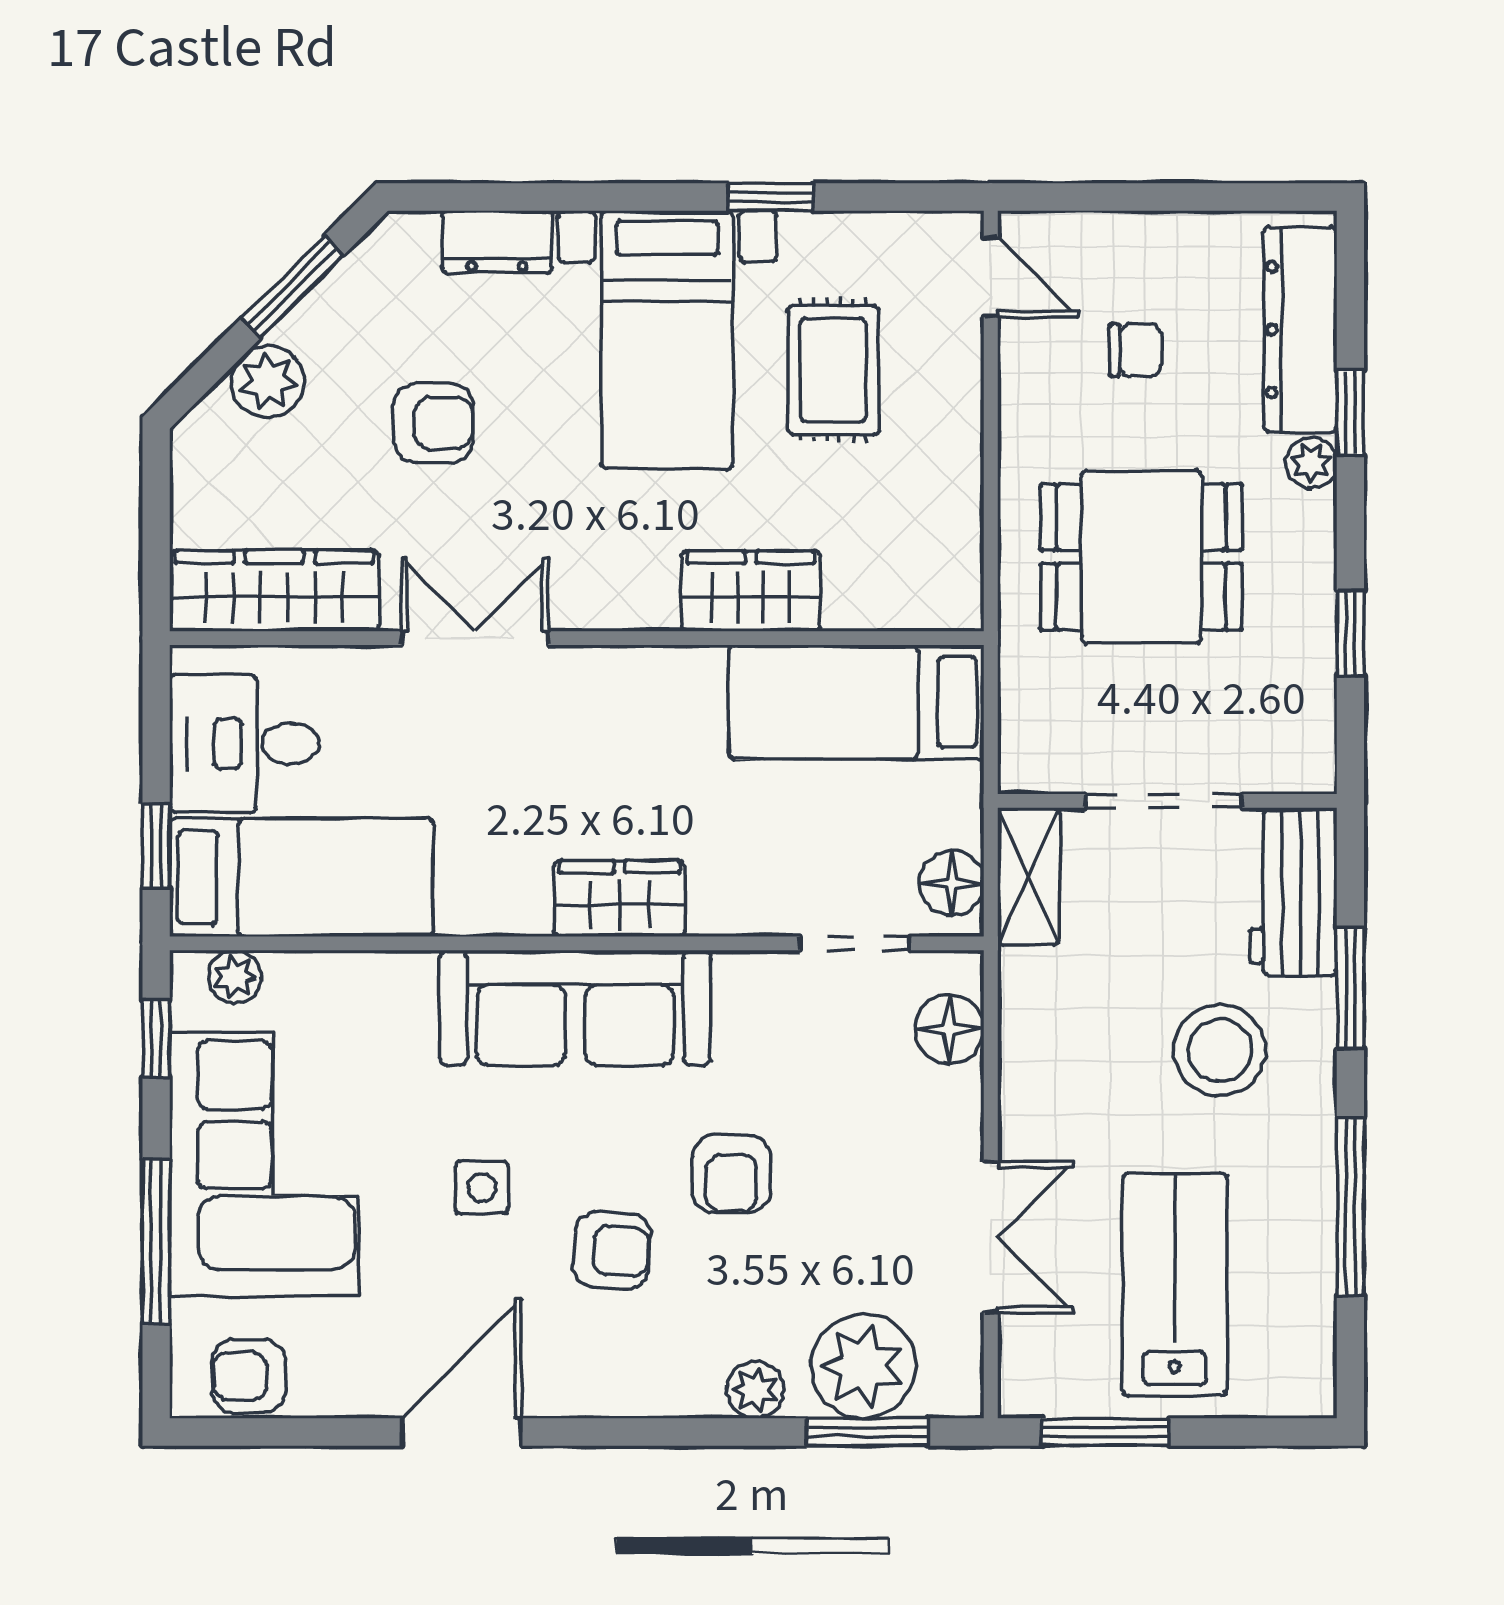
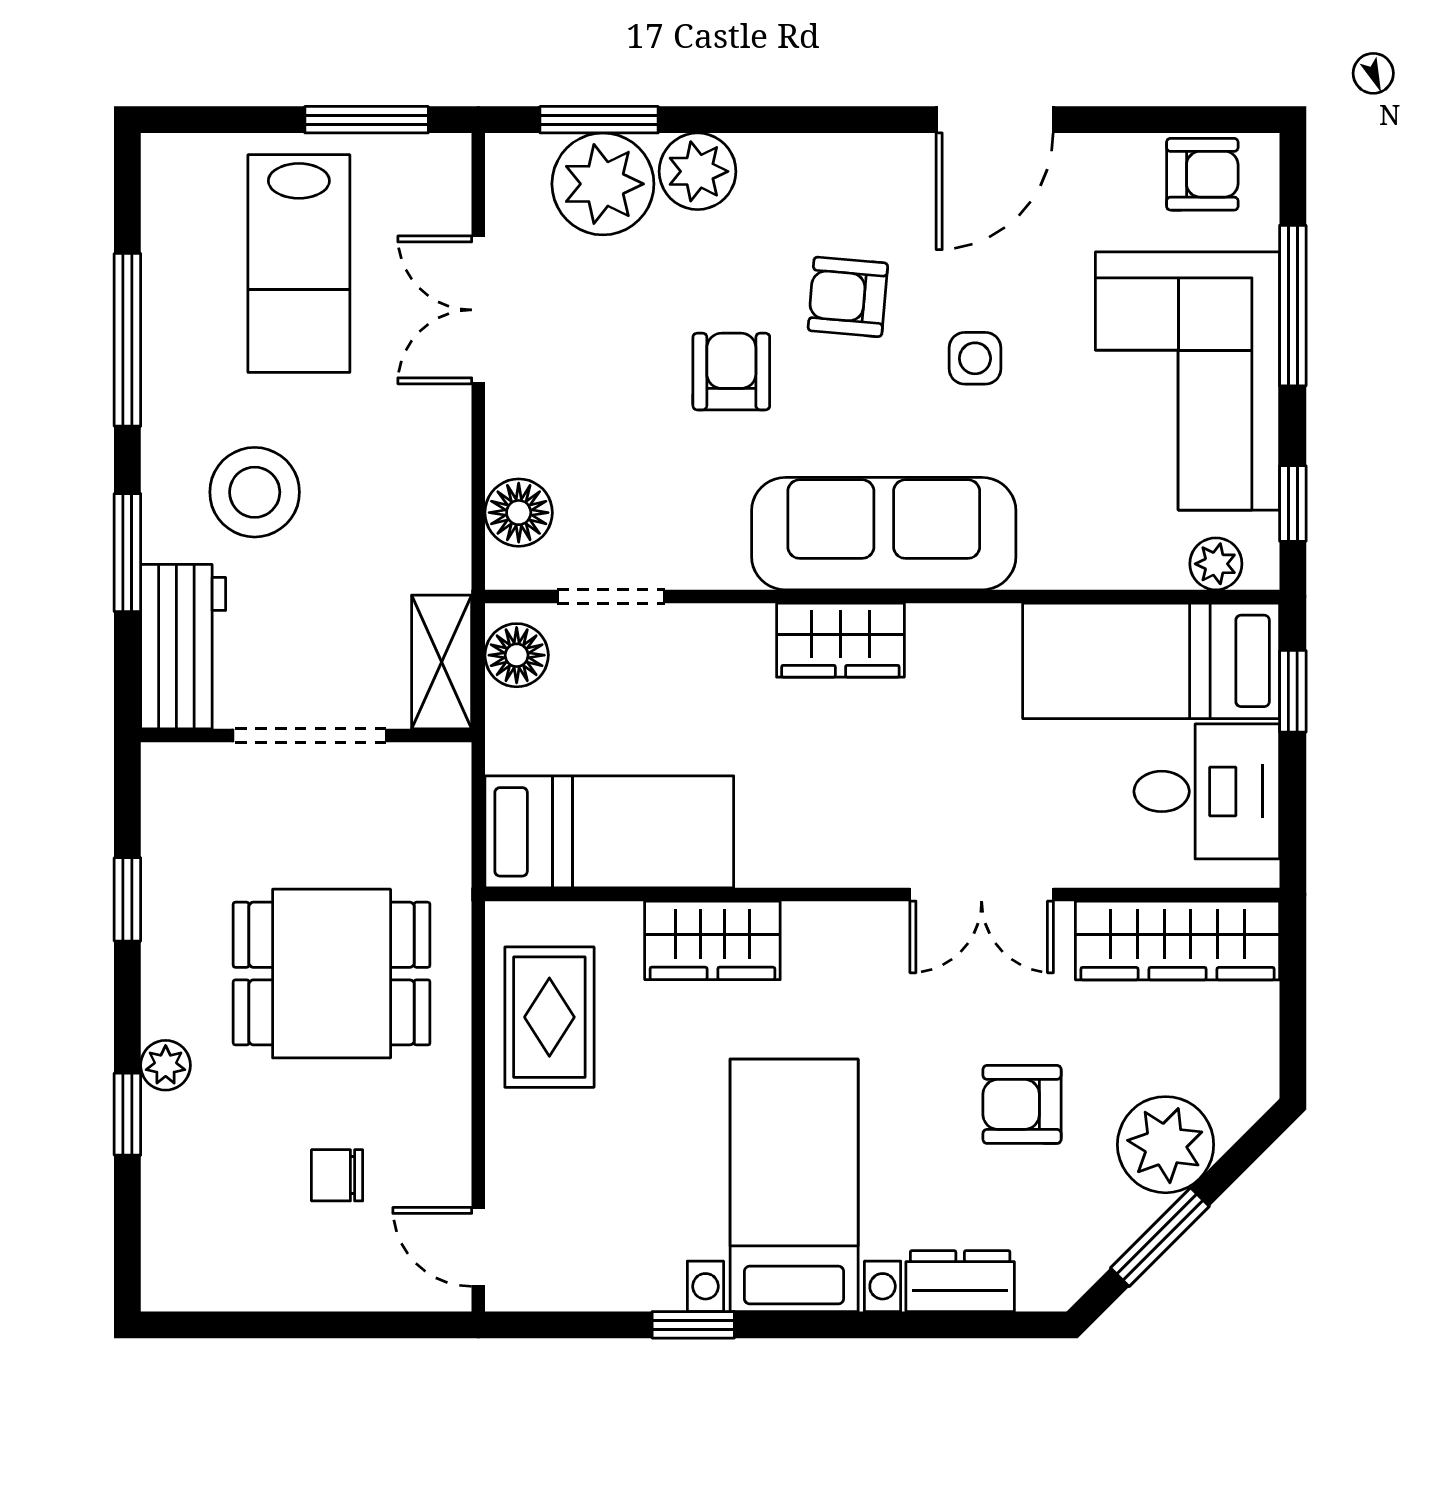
dresser: (1300, 329) -> (176, 1196), removed
rug: (833, 370) -> (549, 1017), moved
plant: (268, 382) -> (1166, 1145), width x1.36, depth x1.36
plant: (755, 1390) -> (698, 171), width x1.38, depth x1.38

